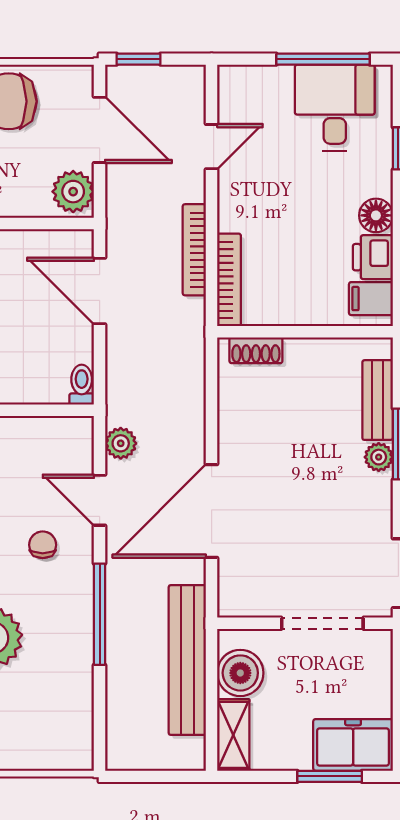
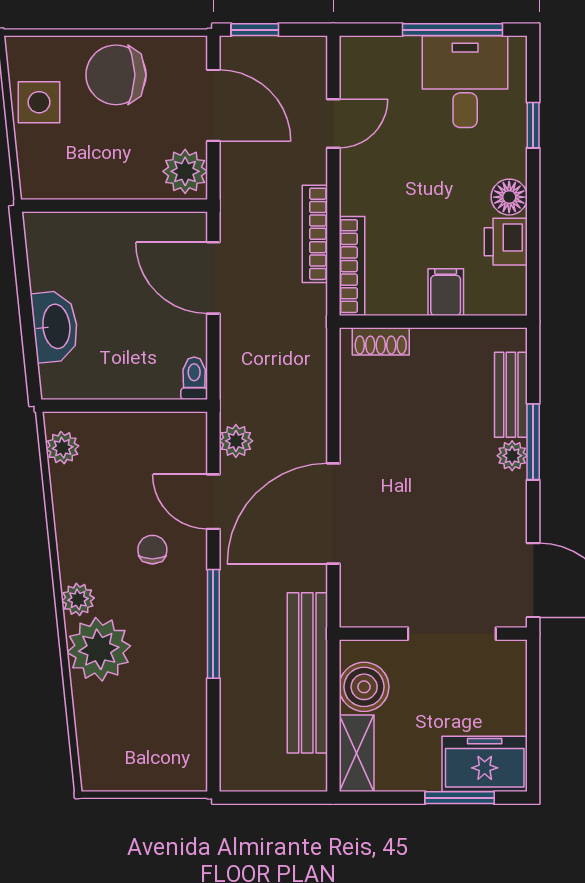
filing cabinet: (371, 299) -> (446, 292), moved, turned 90

